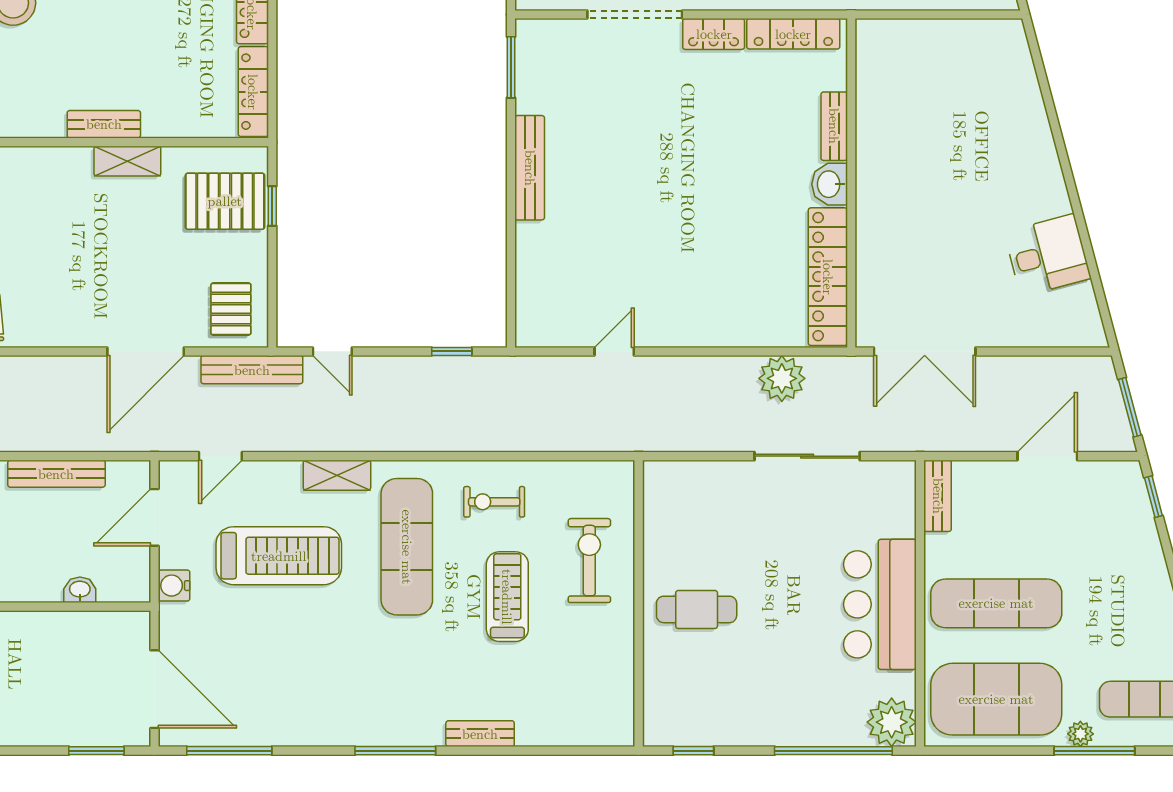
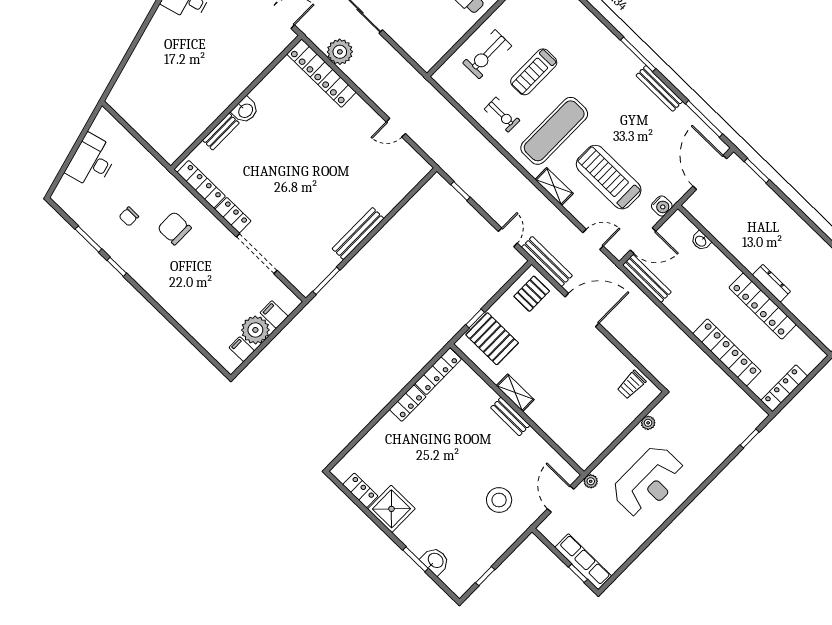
locker: (828, 277) -> (322, 73), moved, turned 90
bench: (56, 474) -> (647, 278), moved
bench: (480, 734) -> (659, 88), moved, width x1.36

